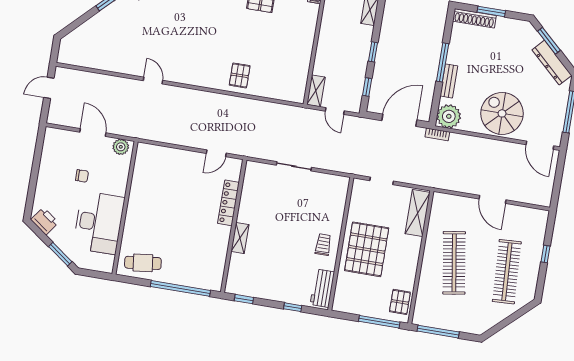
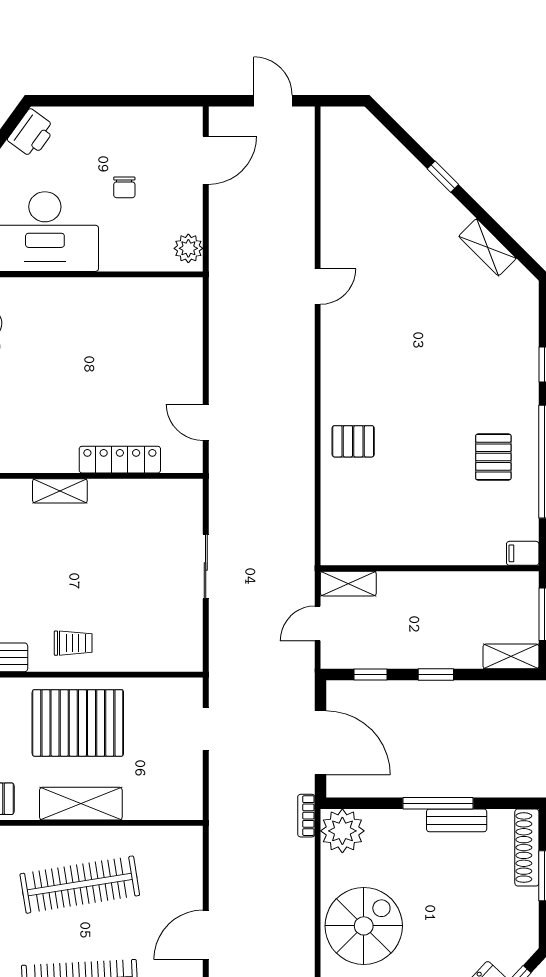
bench: (449, 81) -> (457, 820), moved
door: (93, 133) -> (206, 160), moved
shelving: (418, 213) -> (81, 804), moved

